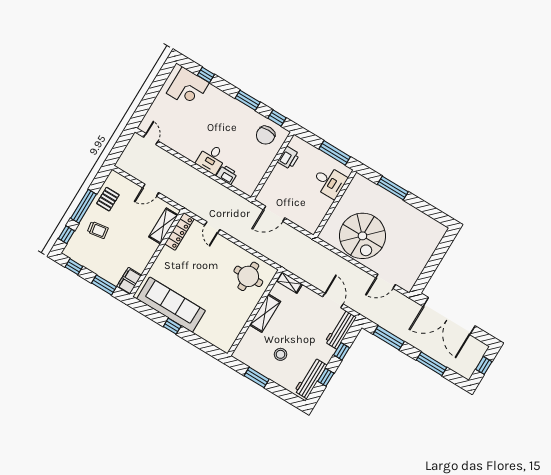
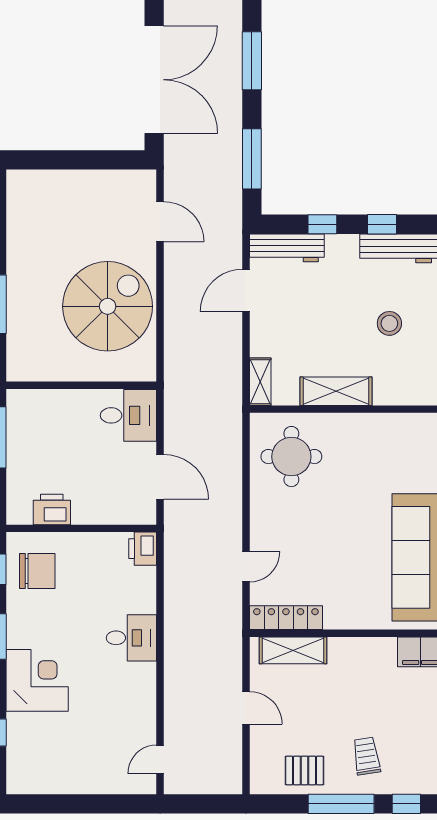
corner desk: (188, 88) -> (37, 680), moved
printer: (227, 175) -> (143, 549), moved
desk: (329, 182) -> (128, 415), moved, turned 90

